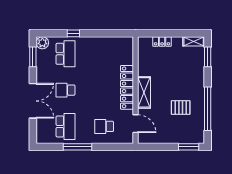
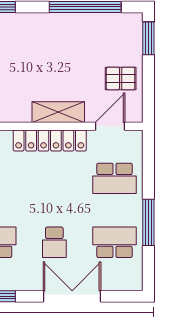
pallet: (181, 108) -> (121, 79), moved, turned 90
school desk: (104, 126) -> (114, 178), width x1.85

